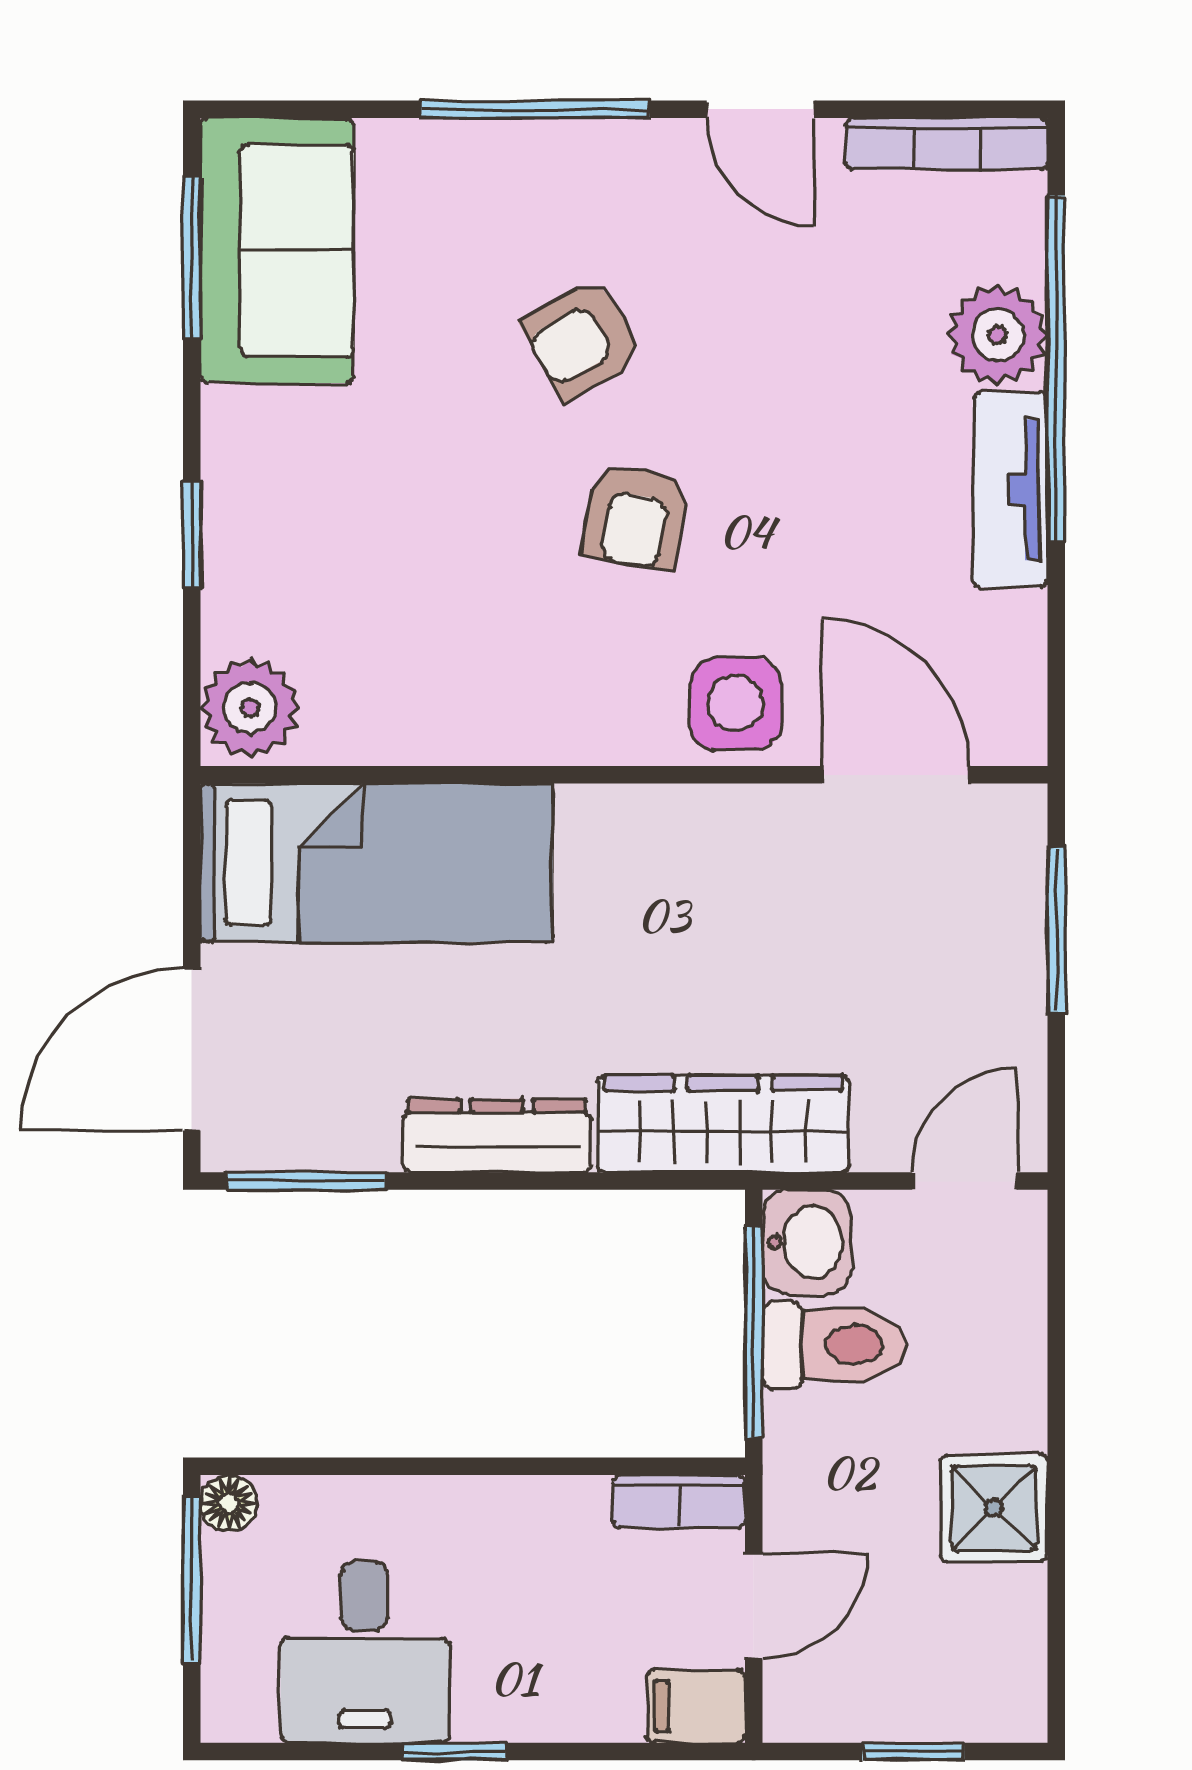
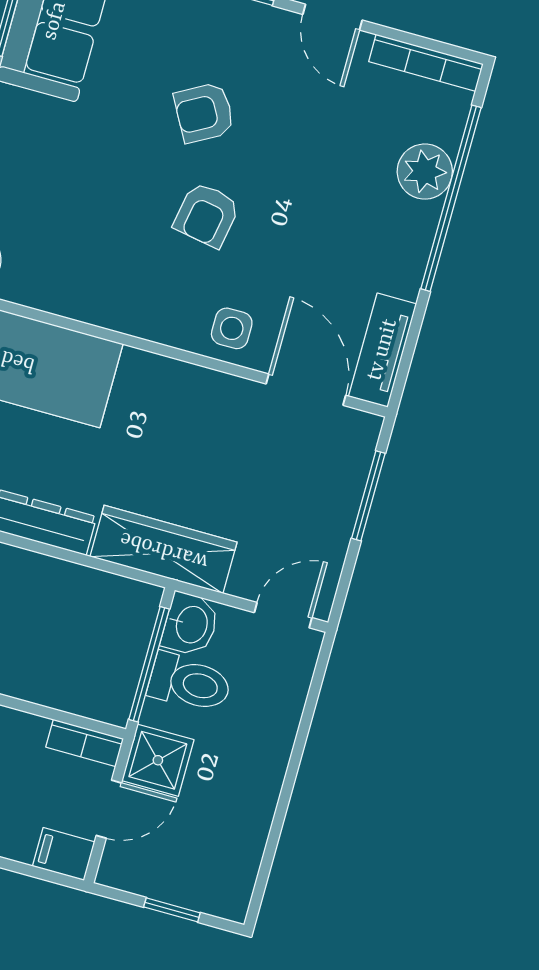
tv unit: (1010, 490) -> (383, 350), moved
side table: (735, 704) -> (232, 328), width x0.73, depth x0.73
shower: (994, 1508) -> (158, 760), moved

